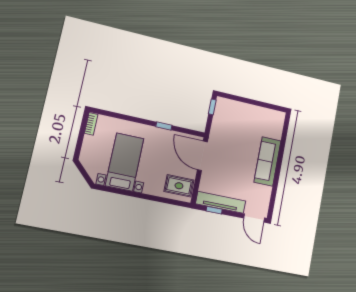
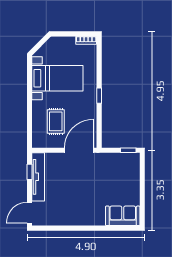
window: (164, 126) -> (99, 96), moved
sofa: (268, 161) -> (123, 216), moved, width x0.73
rug: (179, 186) -> (56, 121), moved

